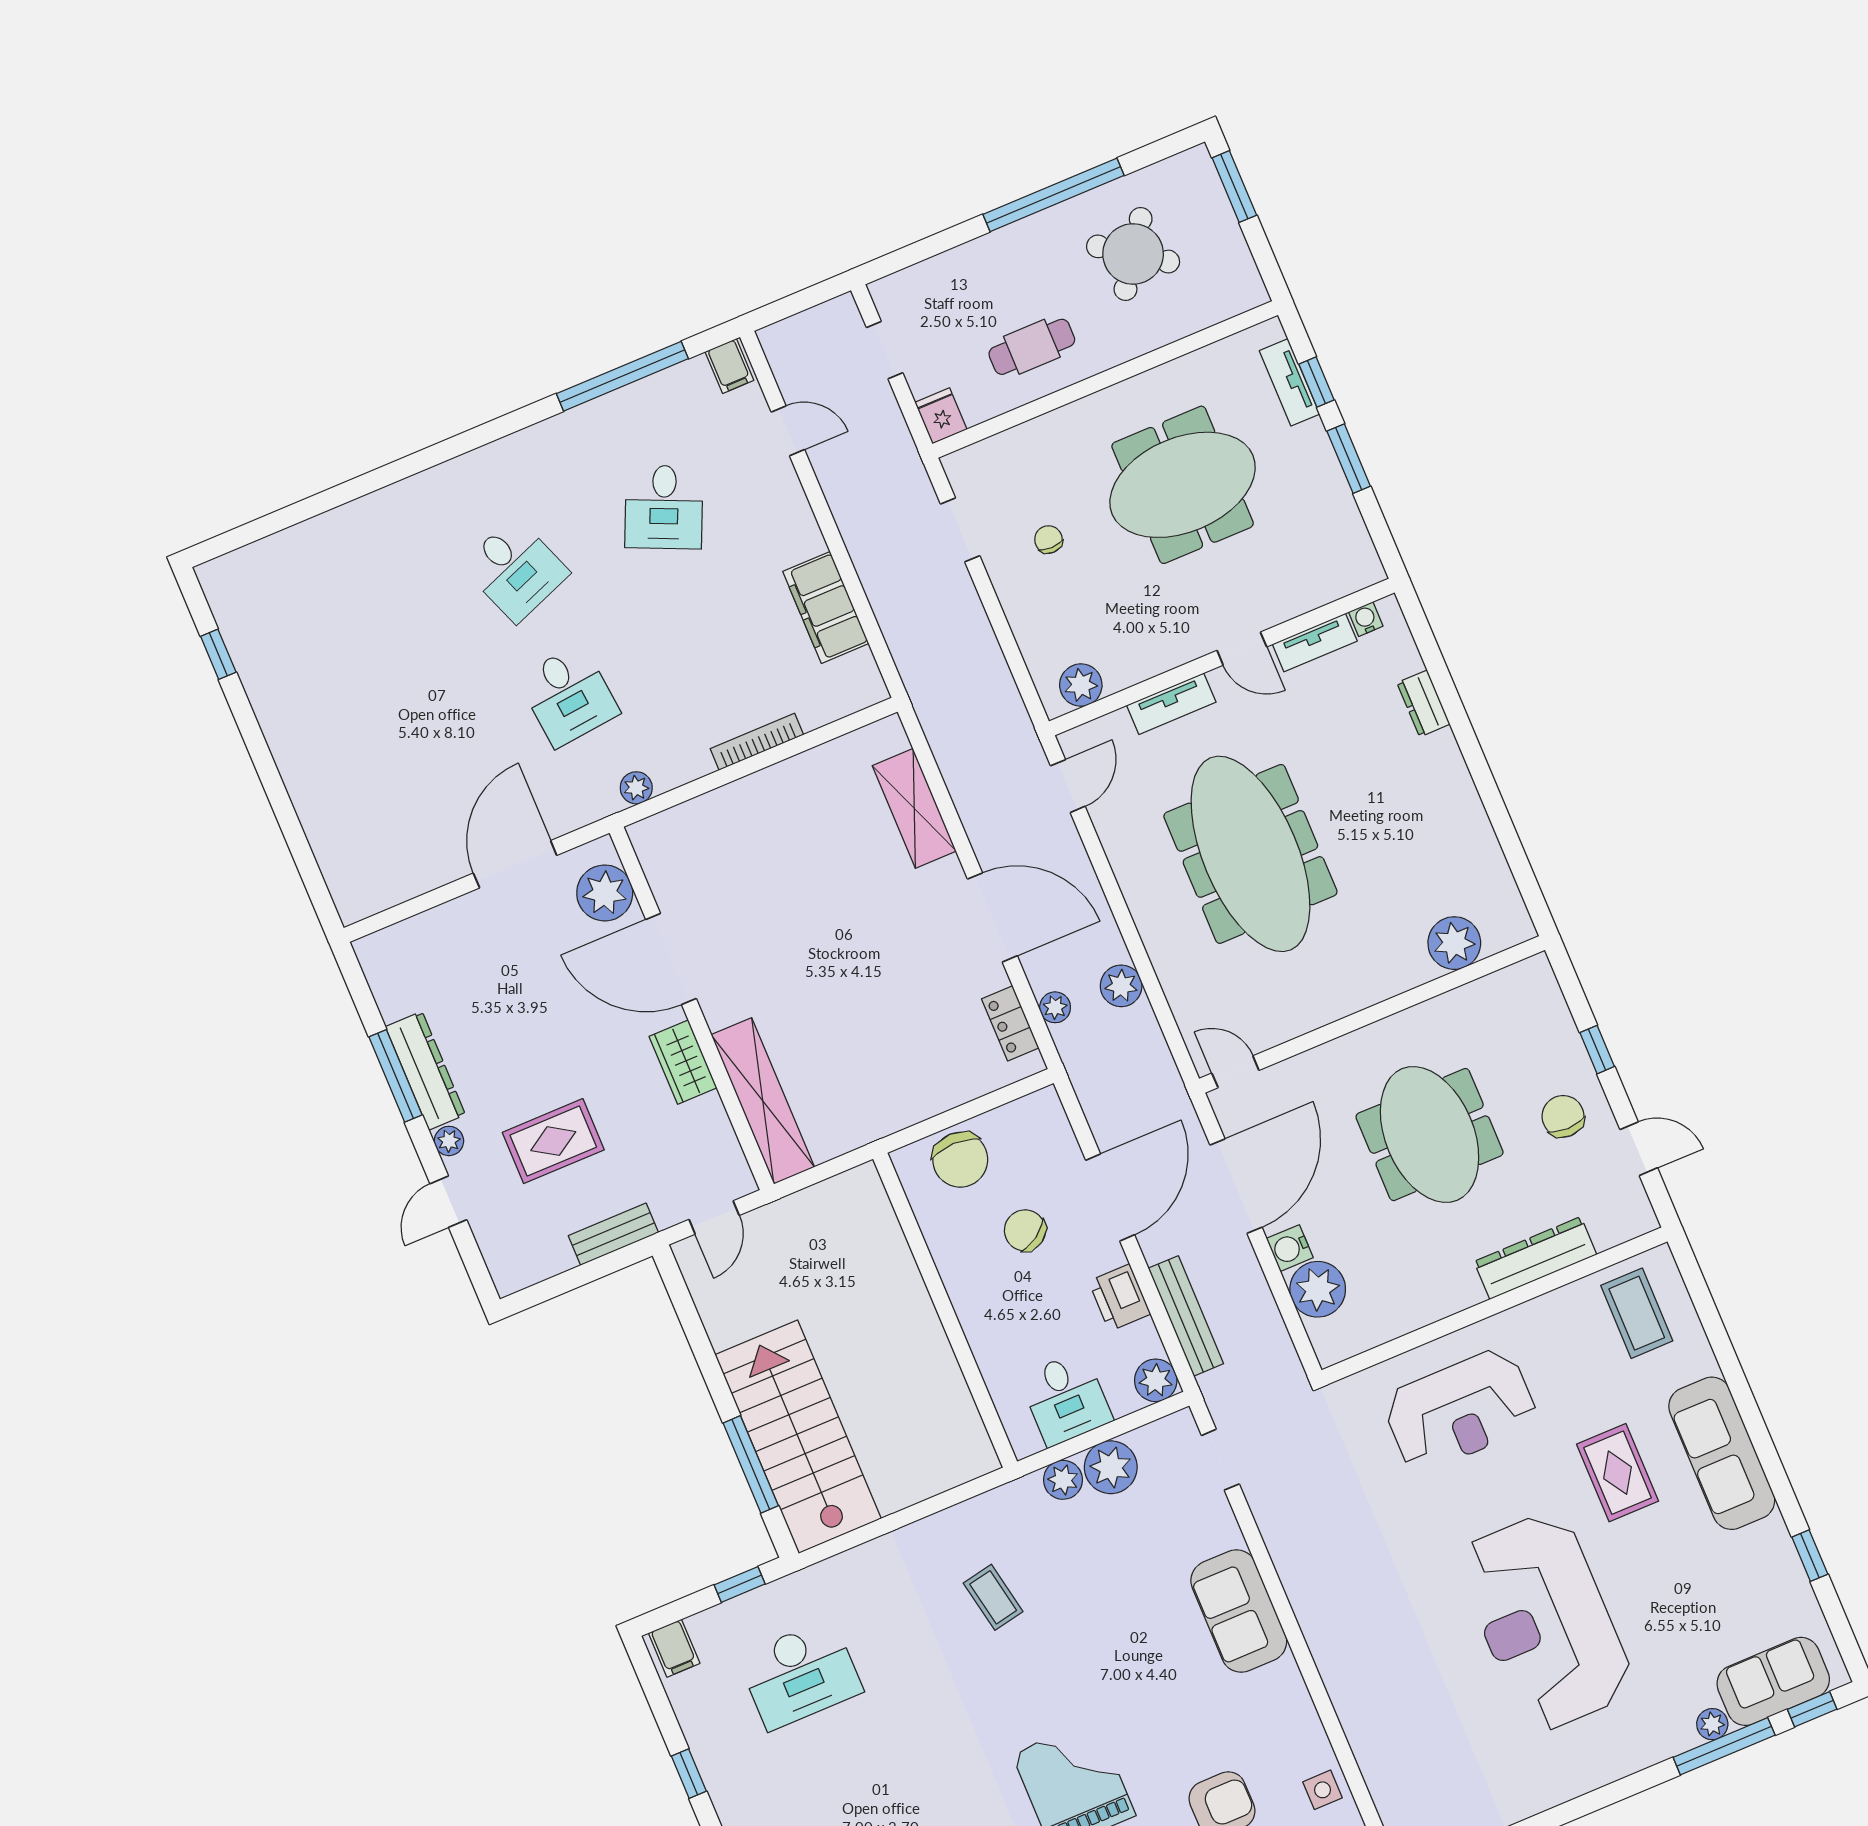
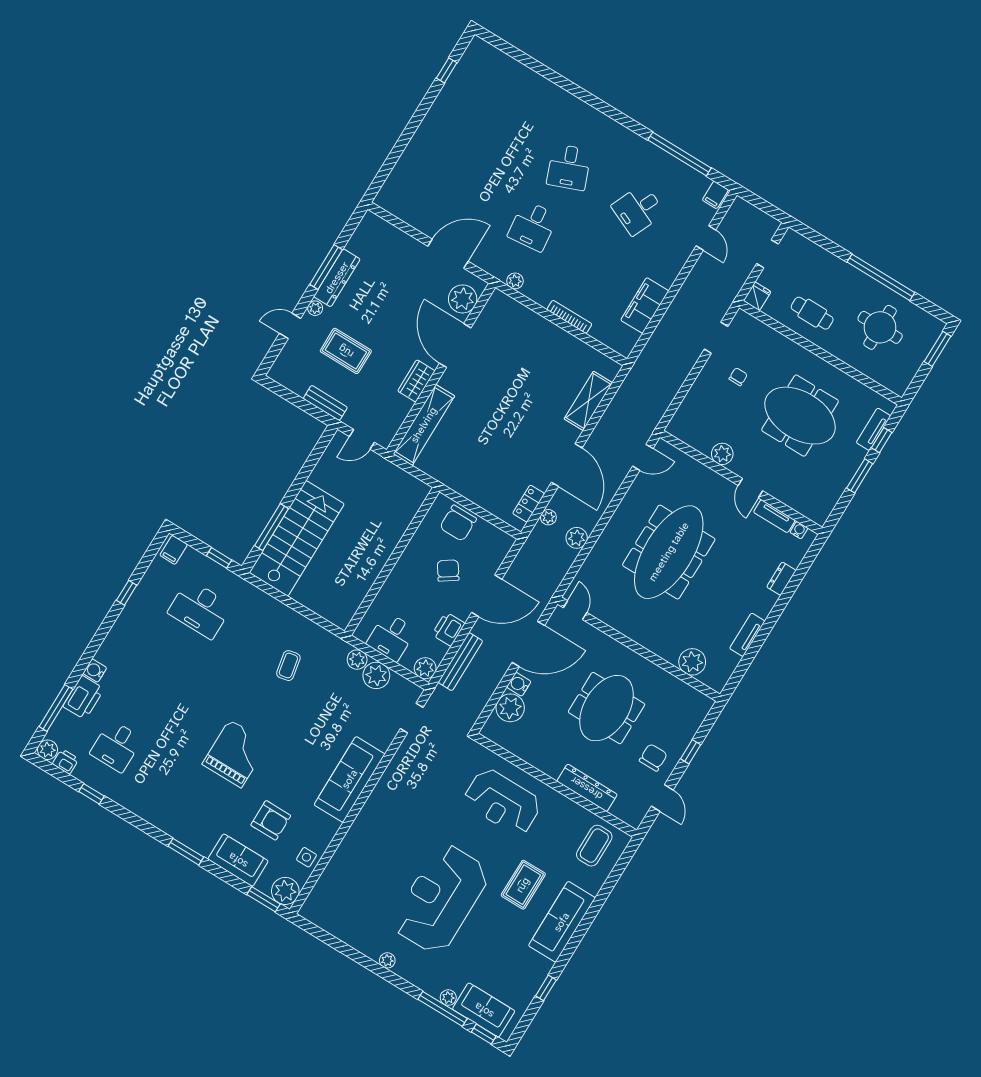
round table: (1133, 254) -> (880, 327), turned -35
plant: (1081, 685) -> (722, 454), moved
tv unit: (1171, 704) -> (747, 635), moved, turned 90
sofa: (1239, 1611) -> (350, 779), width x1.36
plant: (1582, 1779) -> (387, 960), added

